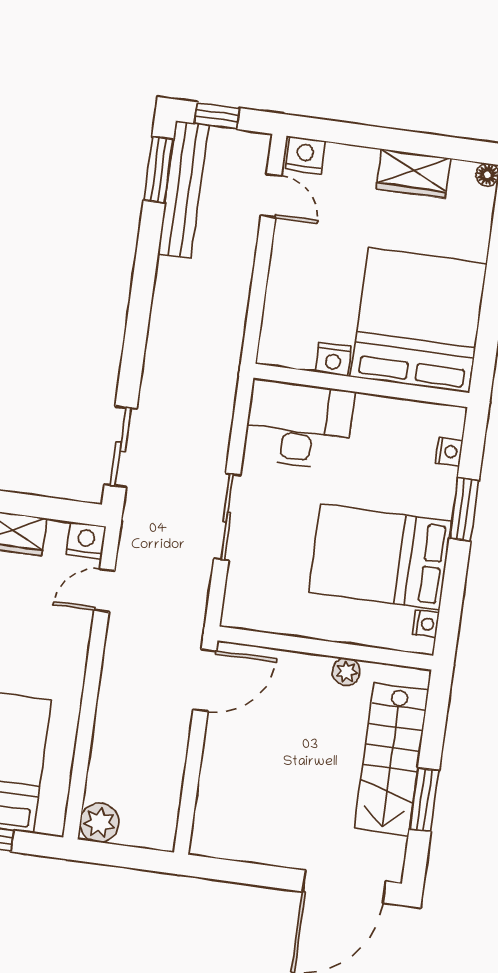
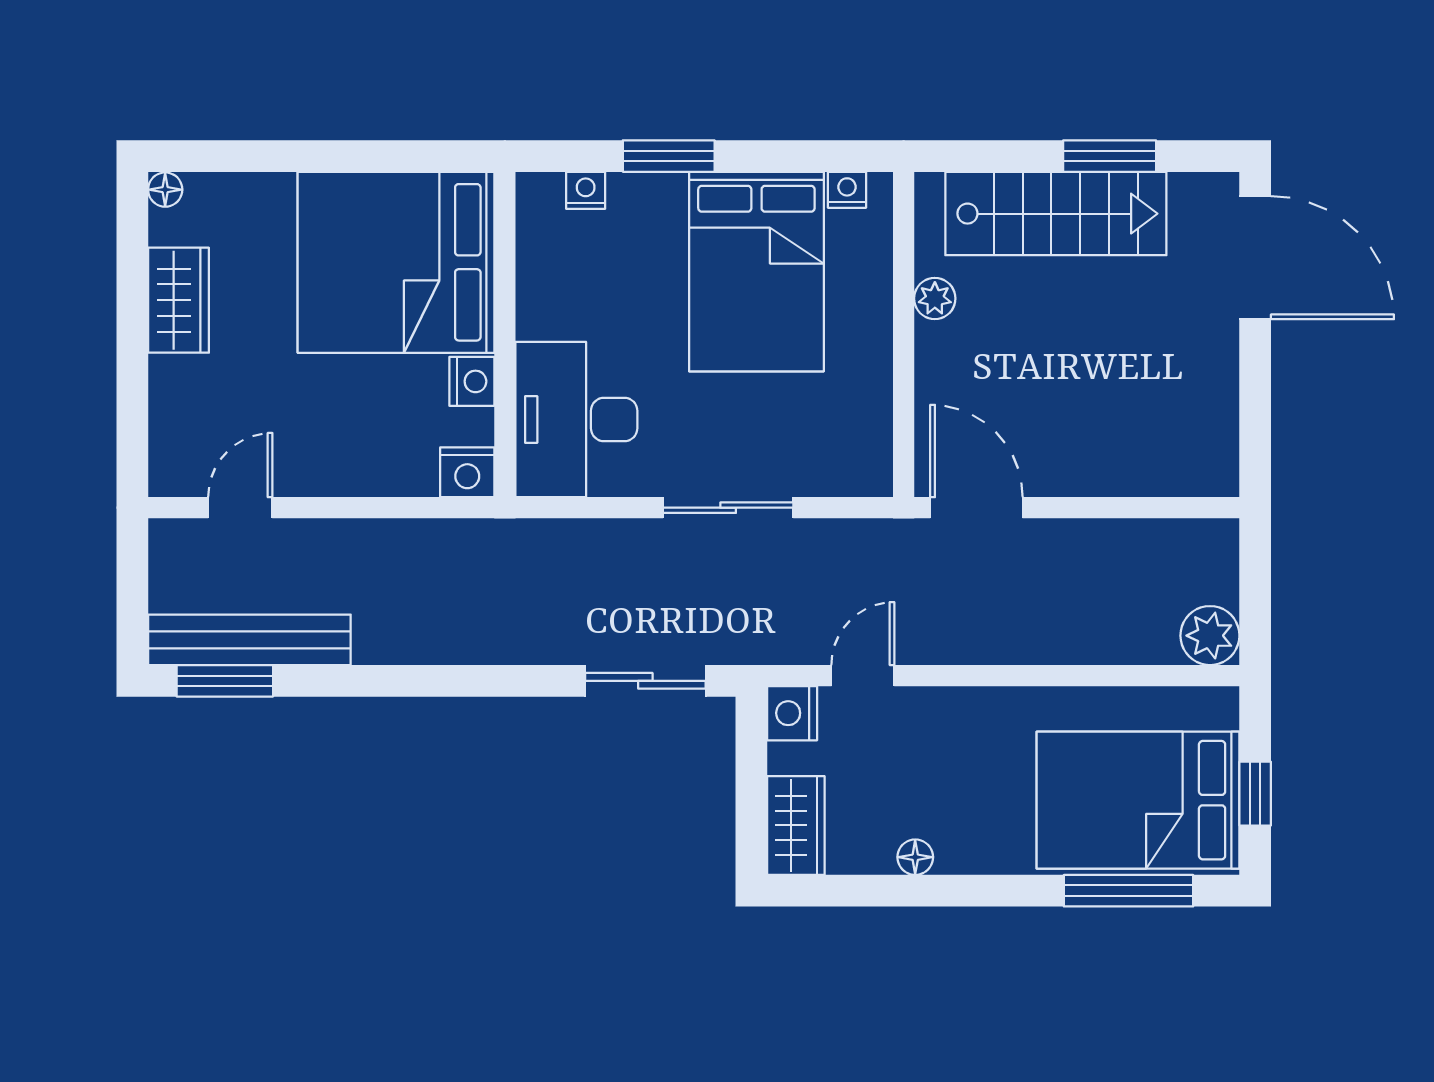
window: (217, 116) -> (132, 605), removed
nightstand: (305, 155) -> (467, 472), moved, turned -90
door: (104, 590) -> (863, 676), swing flipped

